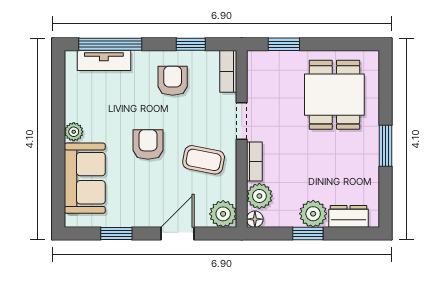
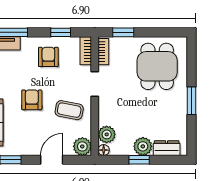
bookcase: (254, 162) -> (103, 52), moved

